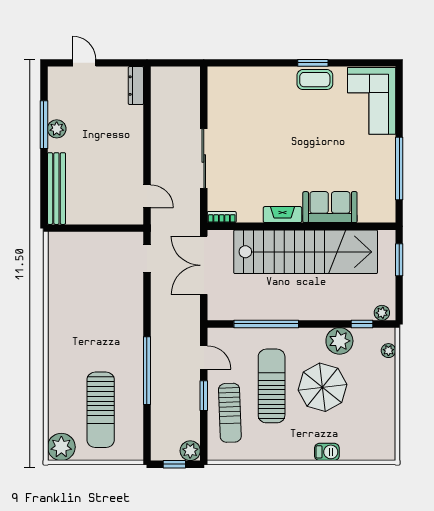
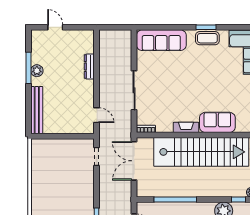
sofa: (245, 83) -> (161, 40), added
dresser: (136, 86) -> (89, 67), moved

